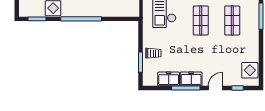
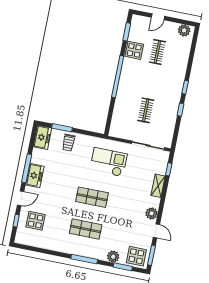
display table: (250, 70) -> (36, 221), moved
freezer: (169, 79) -> (42, 137), moved
door: (215, 88) -> (21, 198), hinge flipped

